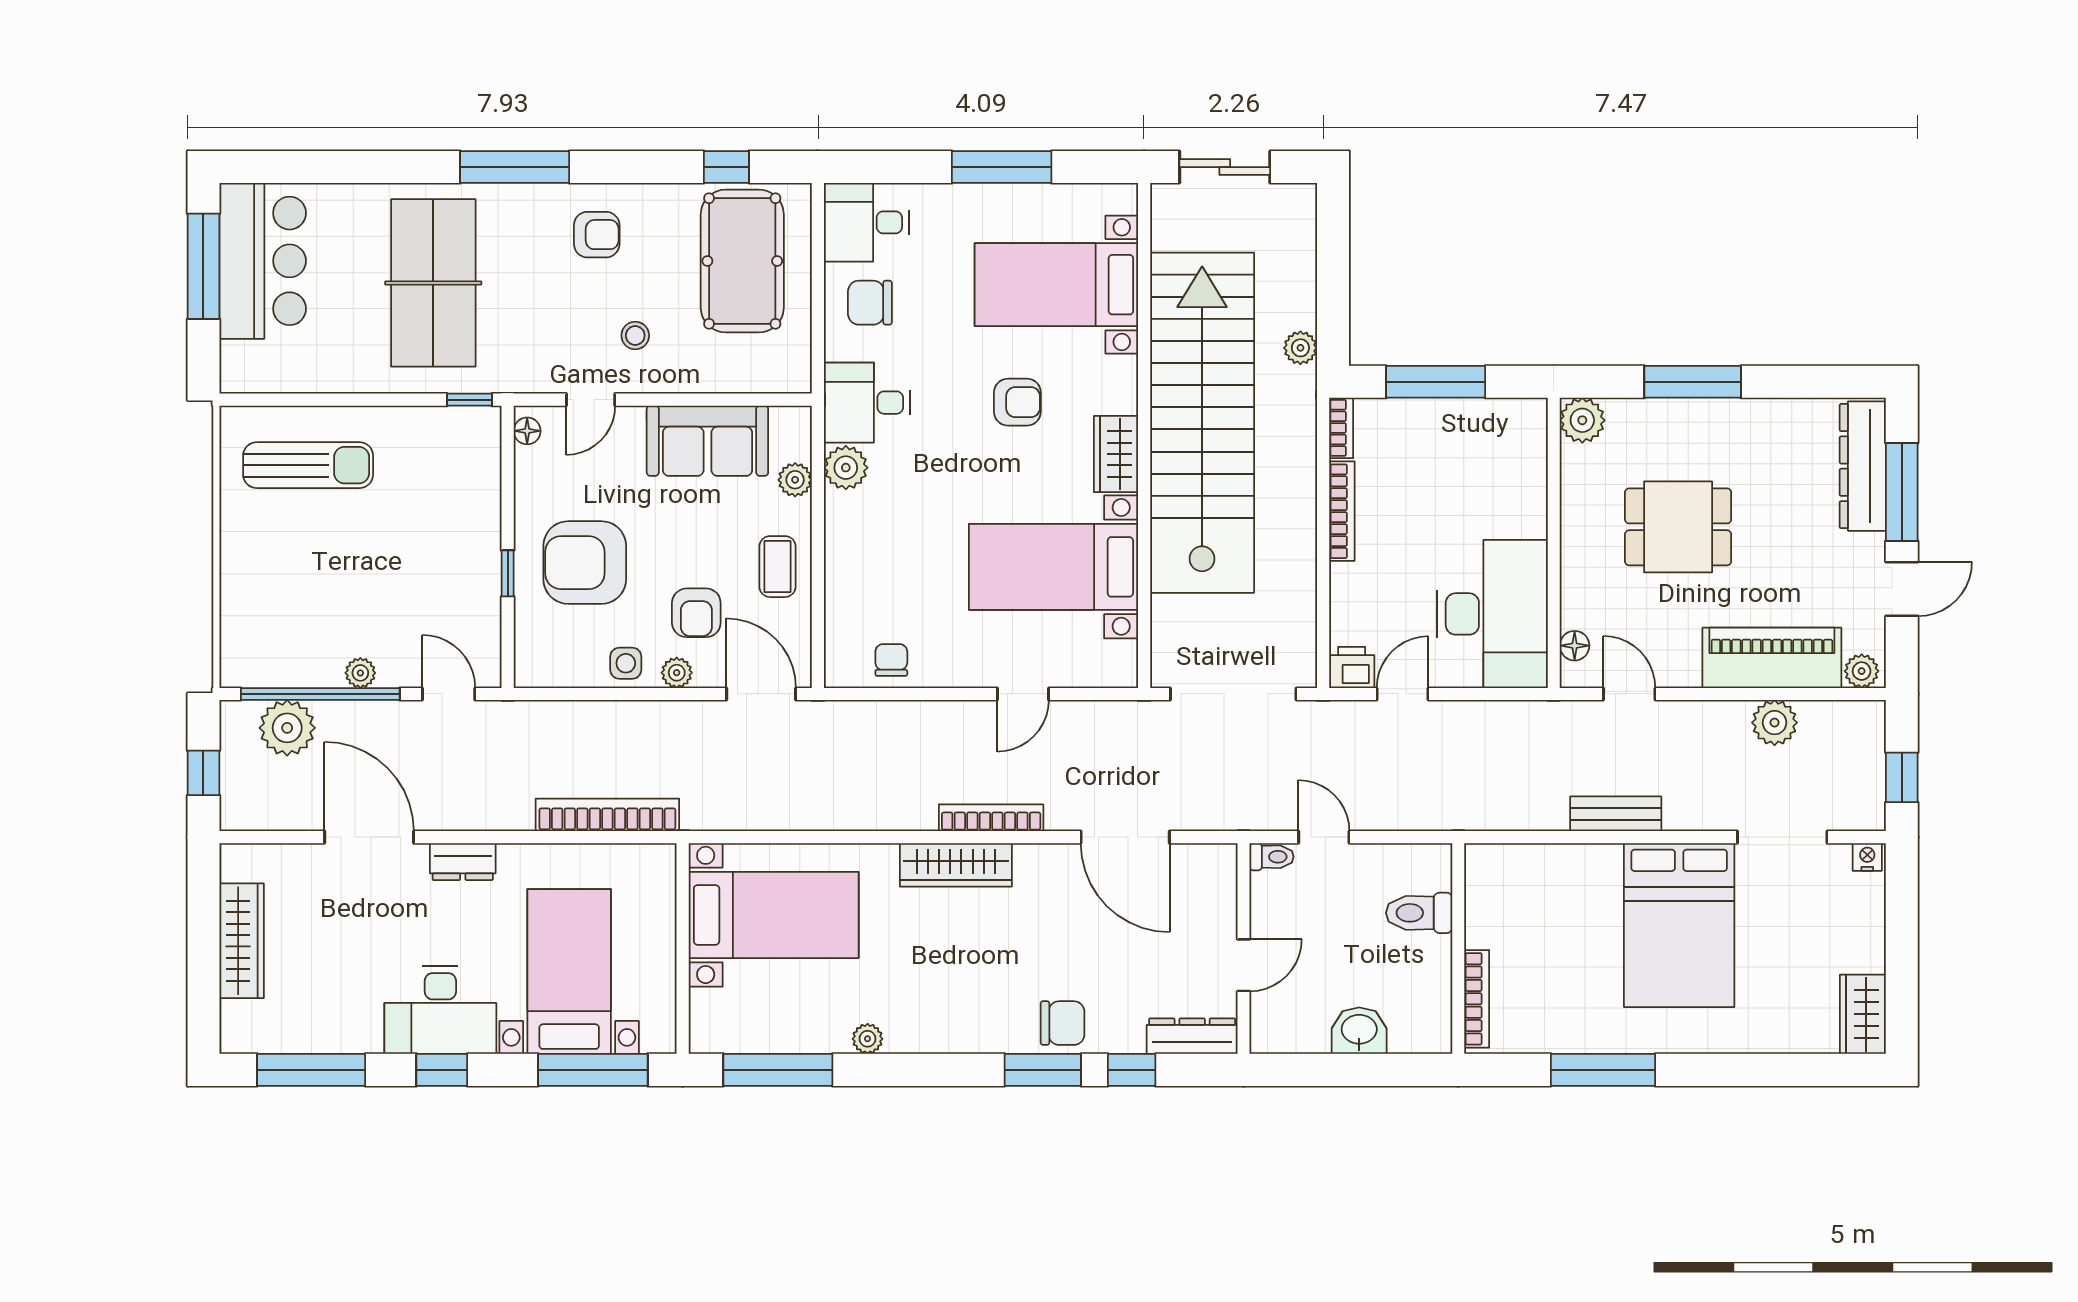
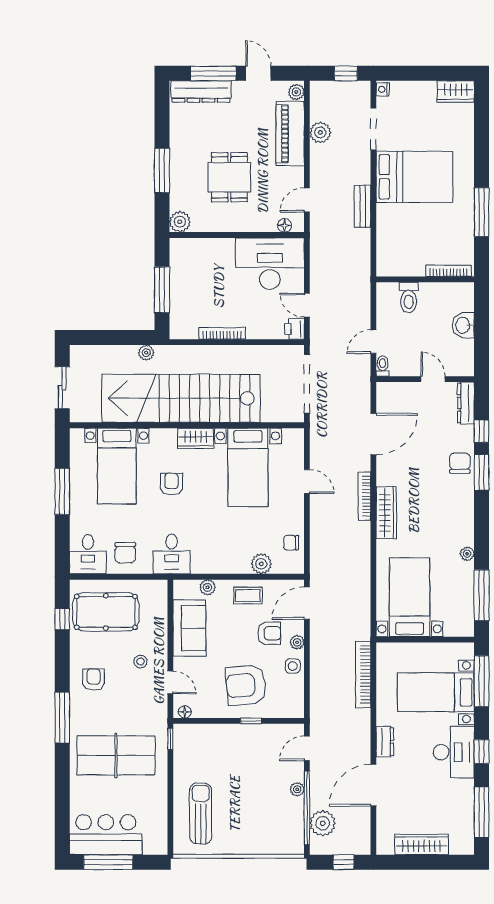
bookcase: (1341, 428) -> (183, 334), removed
plant: (846, 468) -> (261, 564), moved
armchair: (585, 563) -> (246, 685), turned 85

